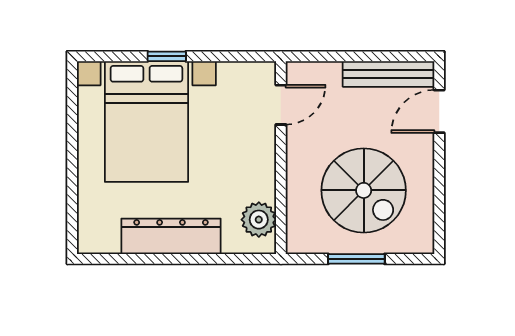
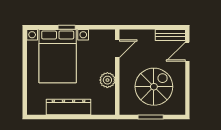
bench: (389, 74) -> (170, 35), width x0.73
spiral stairs: (364, 190) -> (154, 87), turned -90
plant: (259, 220) -> (107, 80), moved

